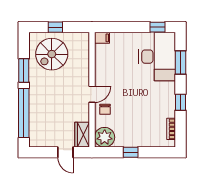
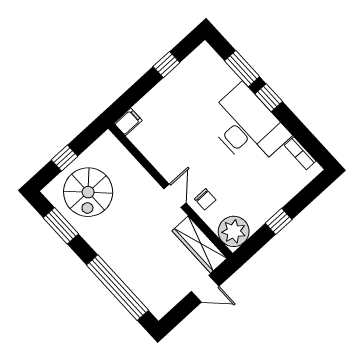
window: (158, 27) -> (166, 65), moved
desk: (157, 57) -> (247, 127), moved
window: (24, 70) -> (61, 226), moved
window: (180, 102) -> (269, 98), moved
wardrobe: (82, 135) -> (199, 245), width x1.50

